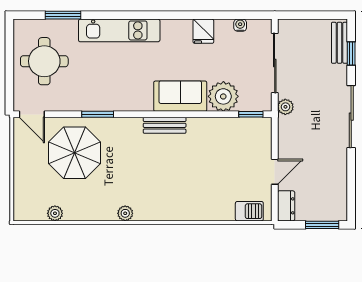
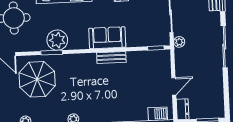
plant: (223, 96) -> (57, 40), moved
bench: (165, 125) -> (111, 57), moved

